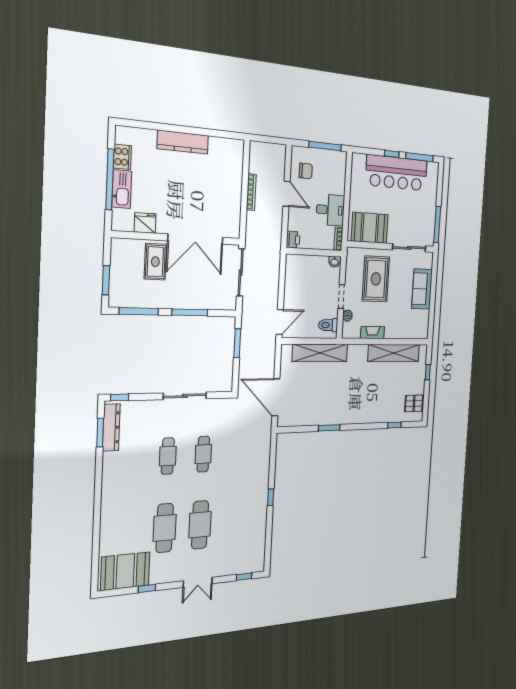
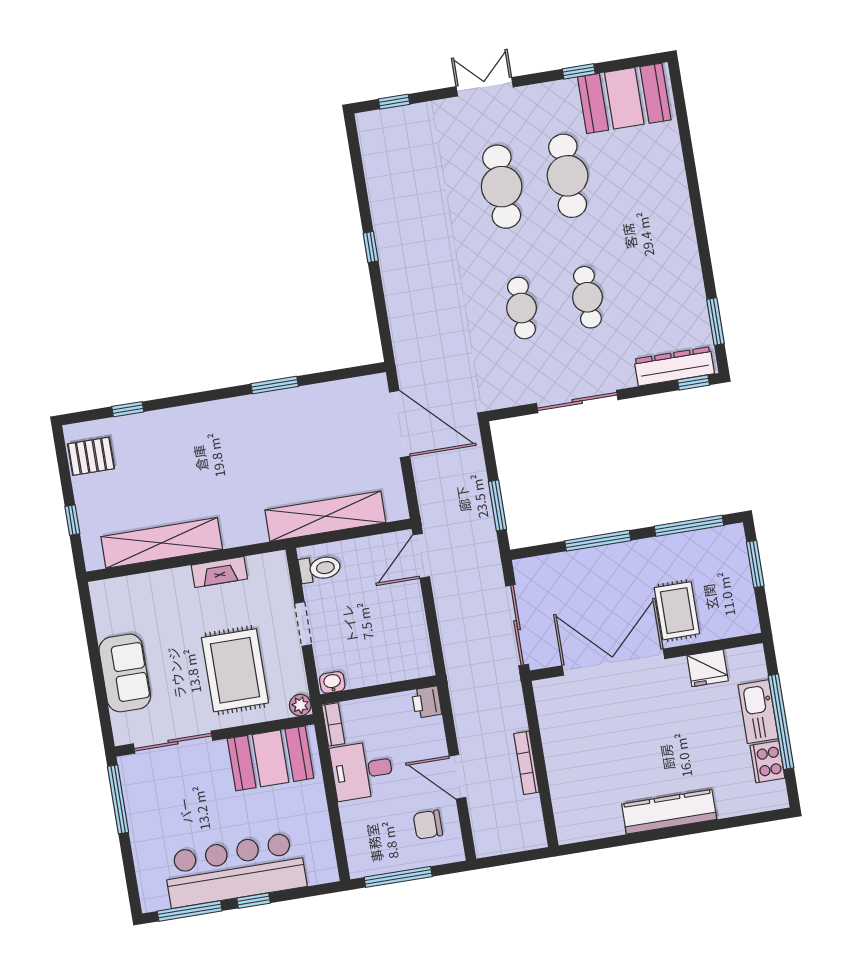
plant: (348, 316) -> (300, 705), moved
dresser: (111, 427) -> (674, 366), moved, turned 90

